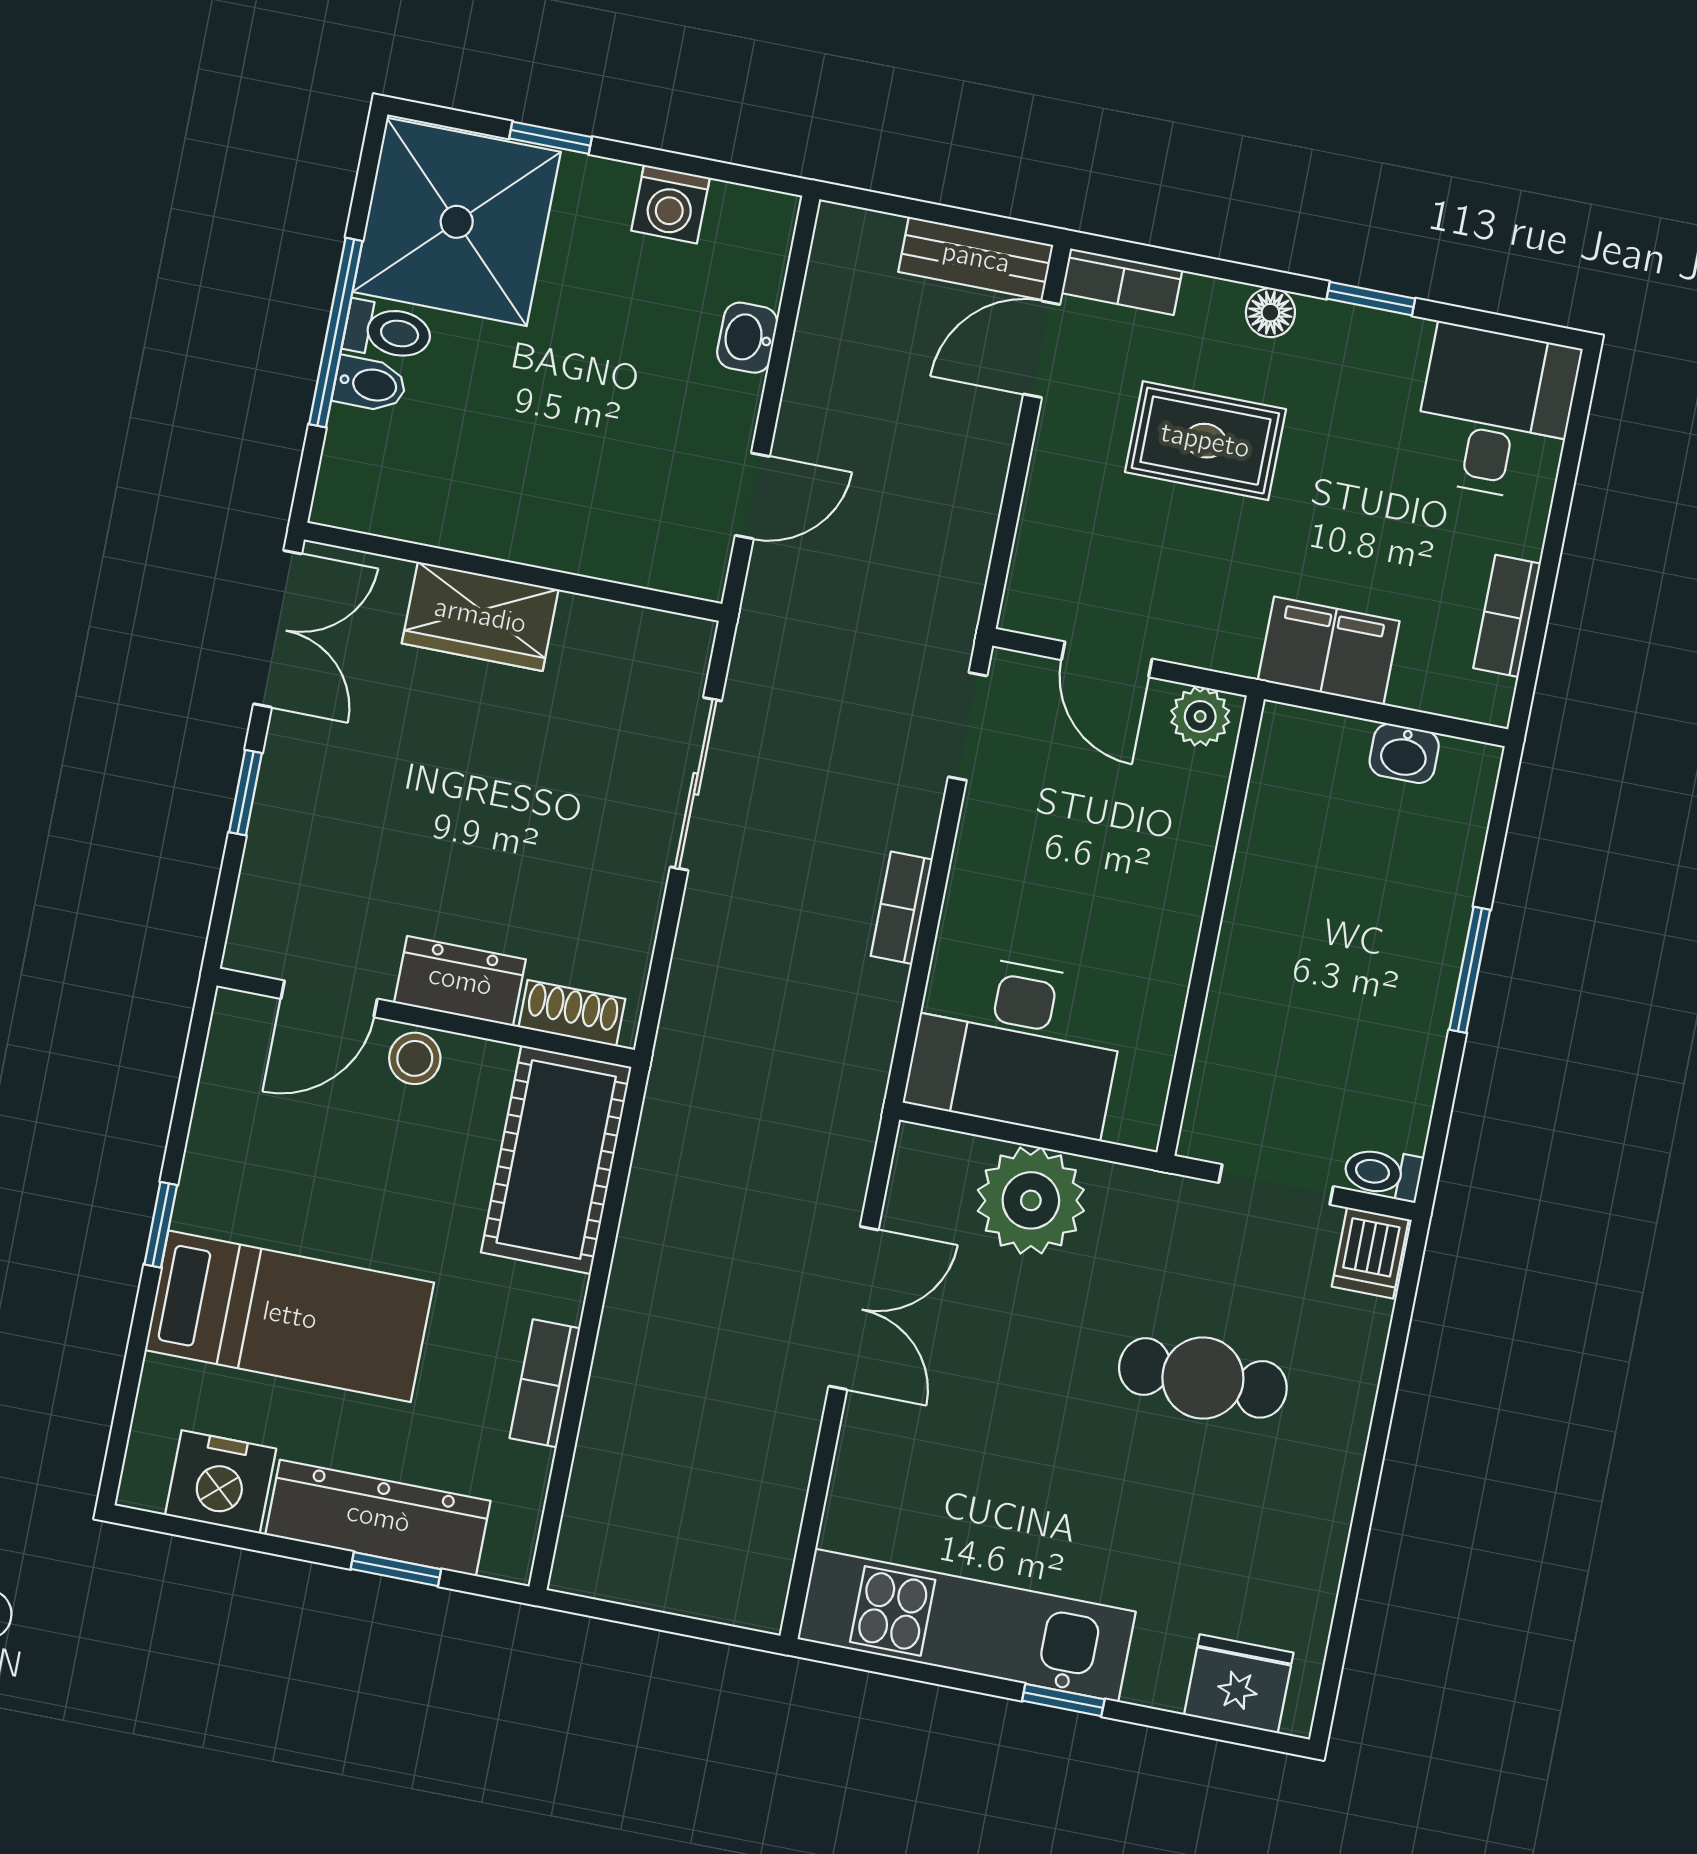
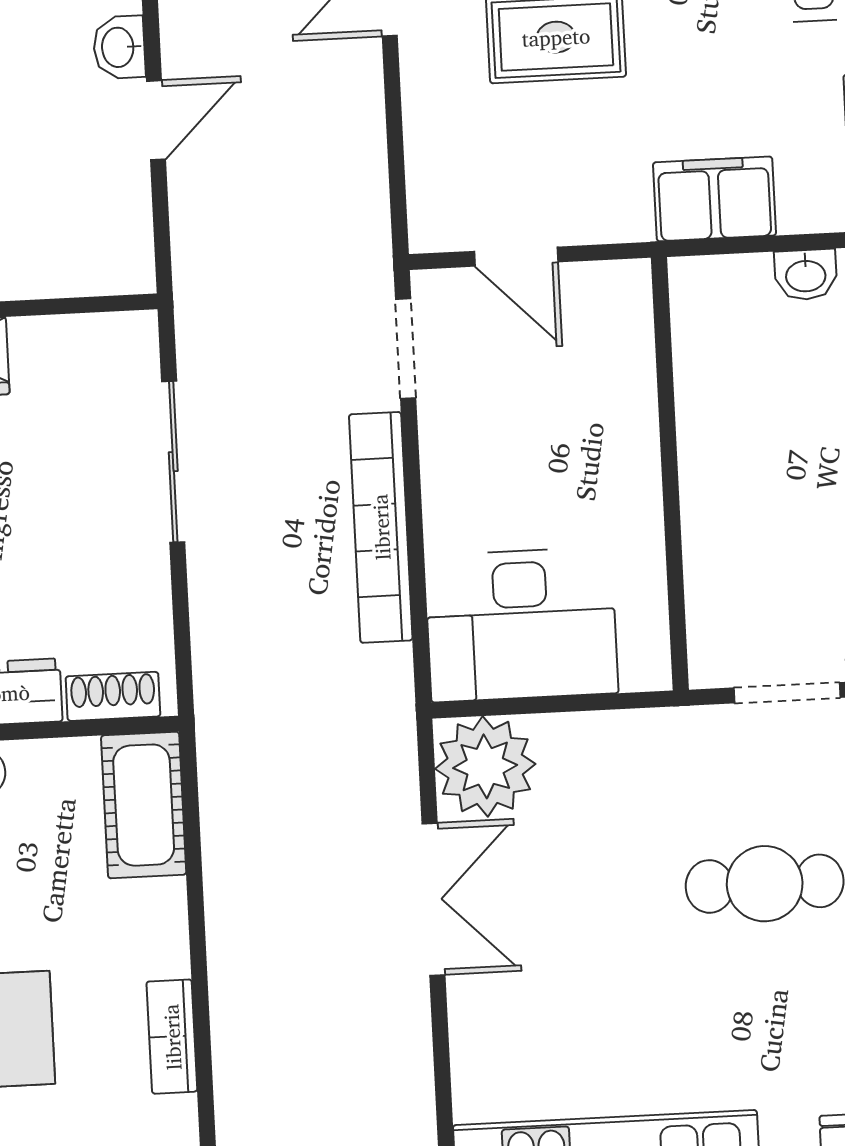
door: (752, 496) -> (156, 120), moved
plant: (1200, 716) -> (613, 287), removed
bookcase: (902, 908) -> (381, 527), width x2.31, depth x1.31
cot: (556, 1160) -> (144, 805), width x0.73, depth x0.75
plant: (1031, 1200) -> (485, 766), moved

